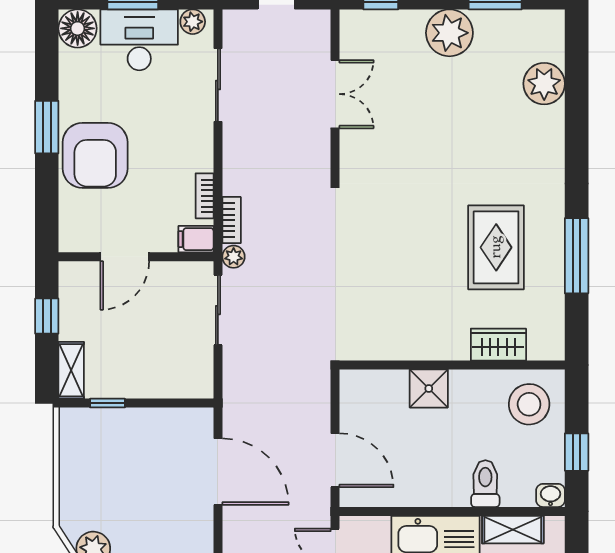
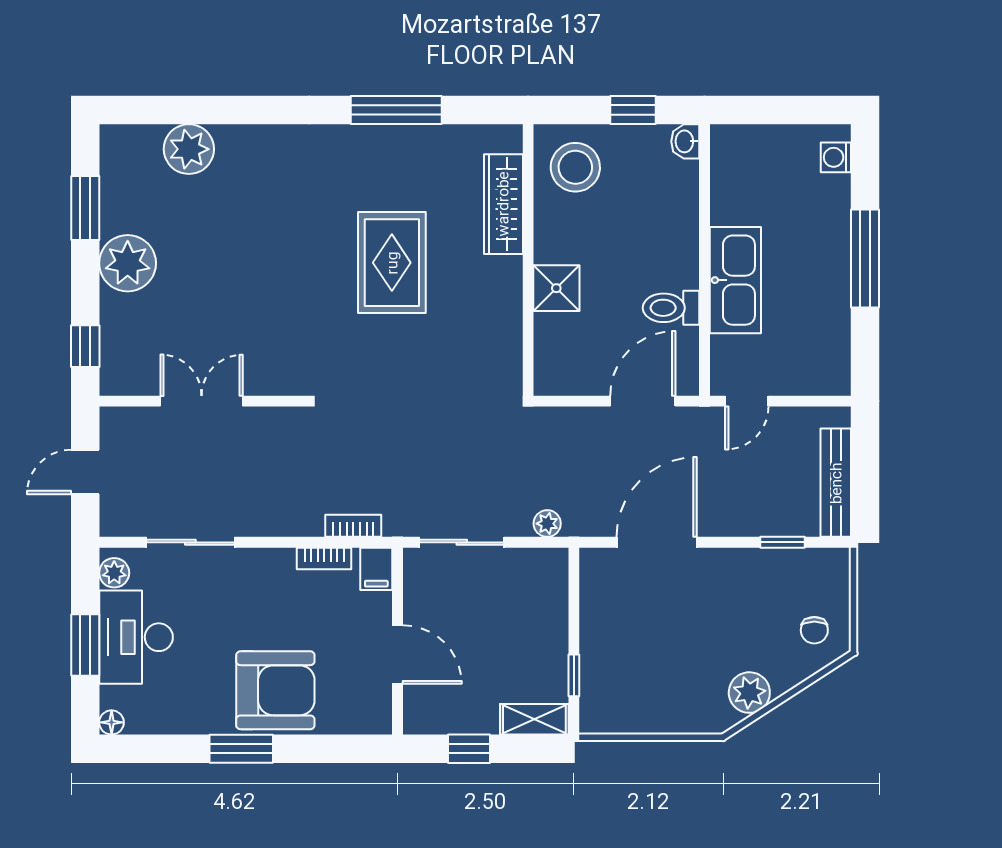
floor lamp: (78, 28) -> (112, 722), width x0.53, depth x0.53
rug: (496, 247) -> (392, 263), moved, turned 90
plant: (234, 257) -> (547, 524), moved
wardrobe: (498, 345) -> (503, 204), width x1.50
toilet: (485, 484) -> (671, 308), moved
shelving: (513, 530) -> (726, 187), removed

